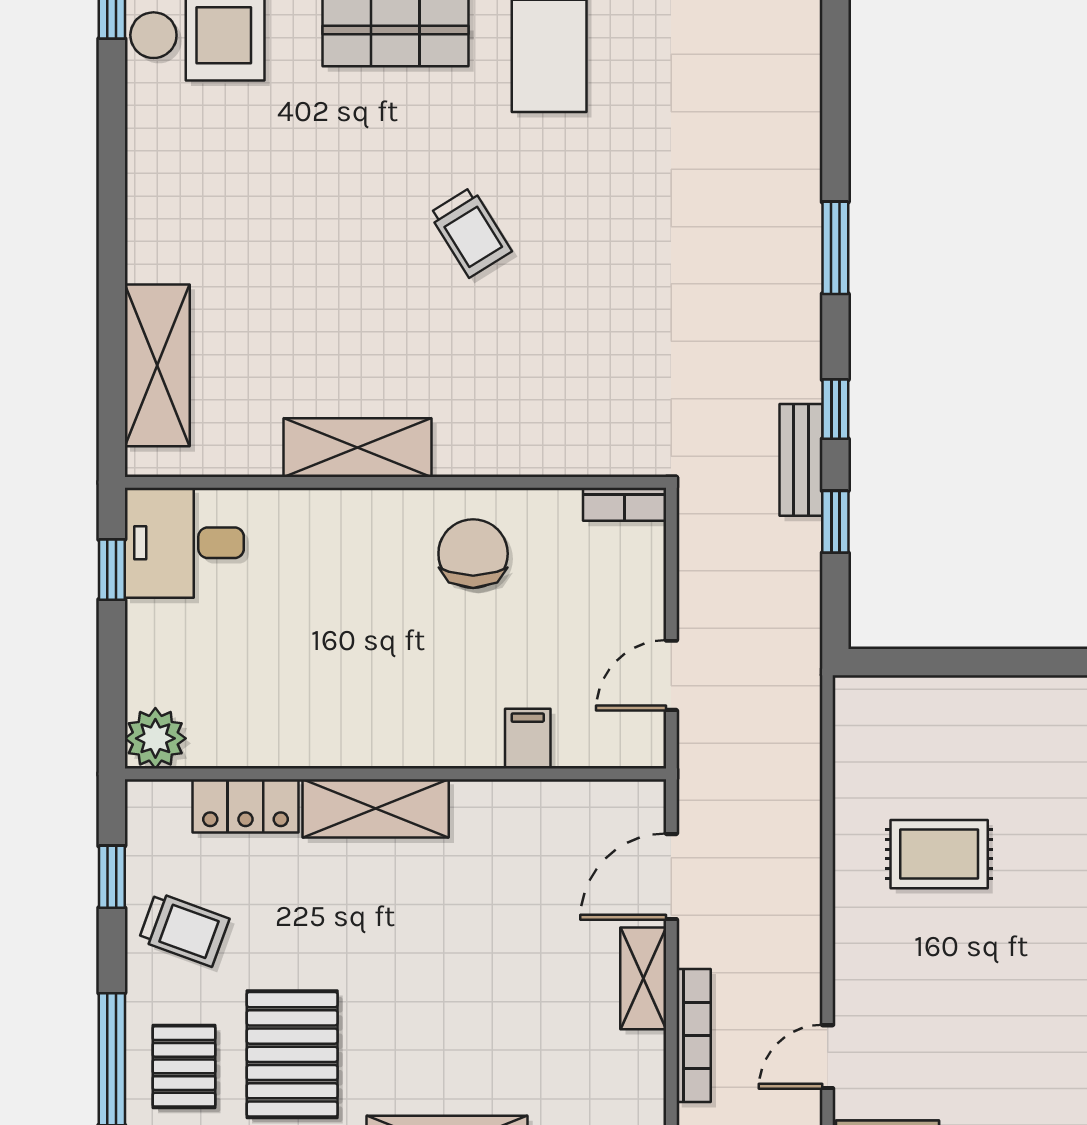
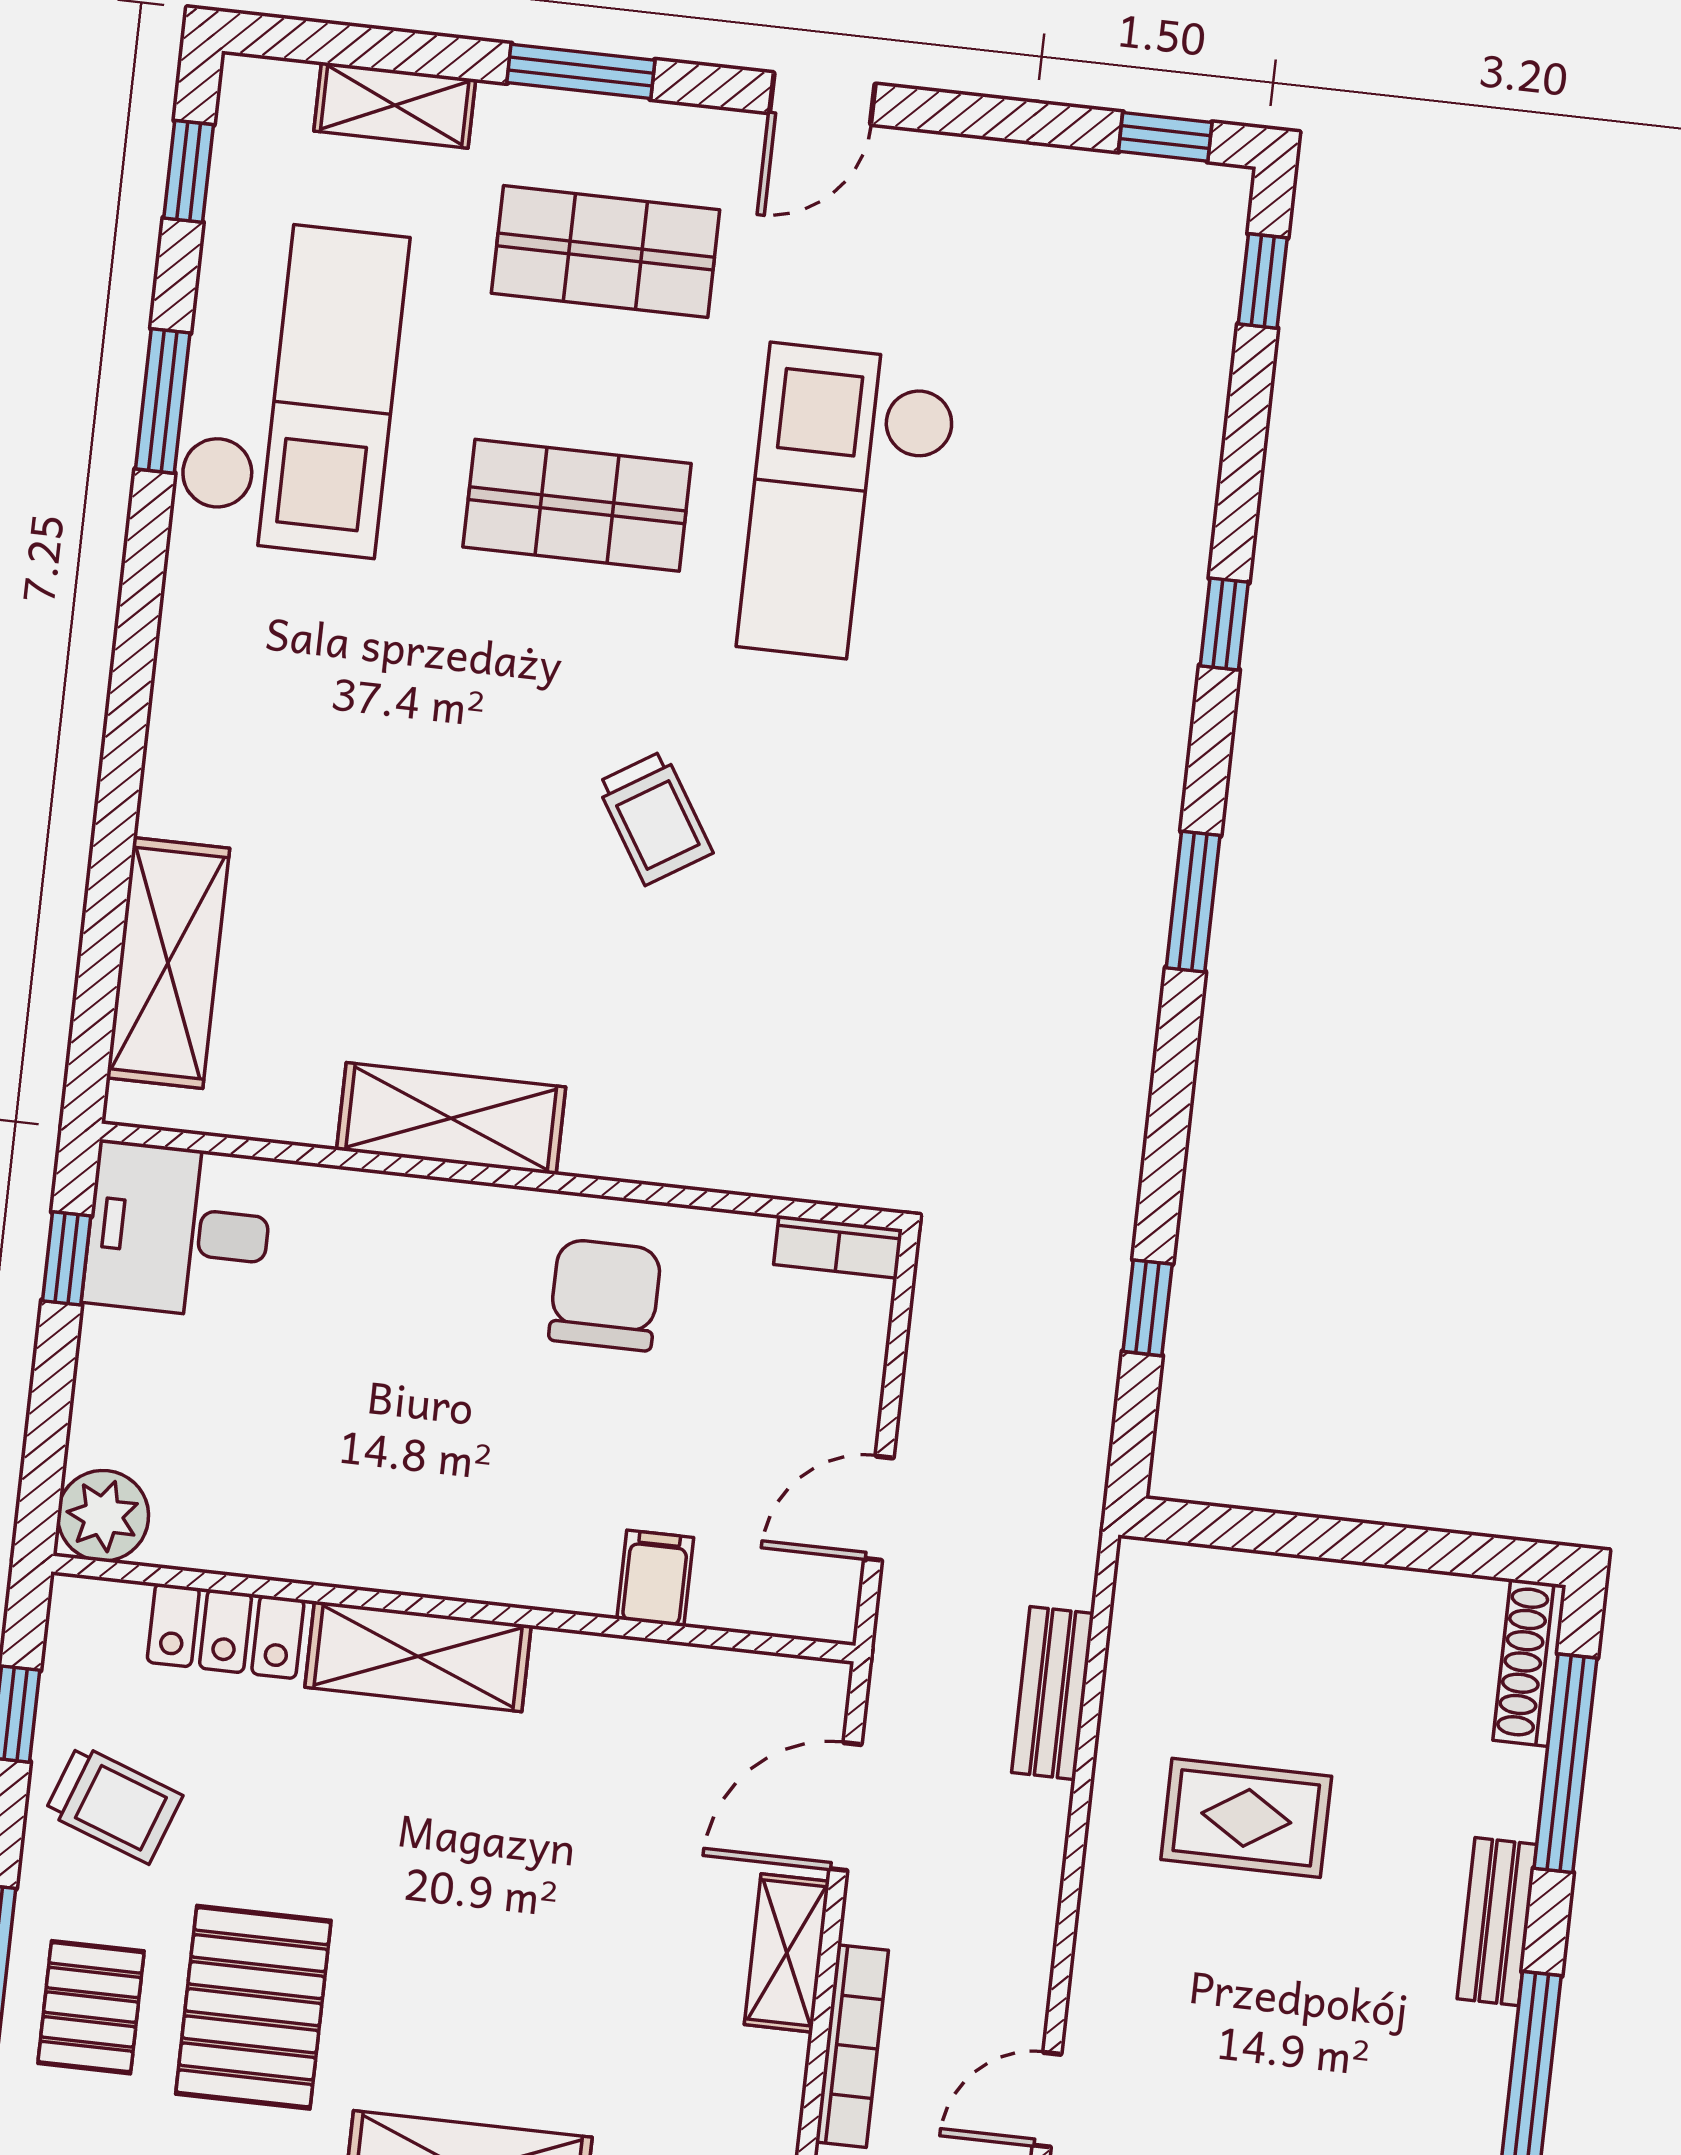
window: (835, 409) -> (1224, 624), moved
bench: (801, 460) -> (1053, 1693), moved

